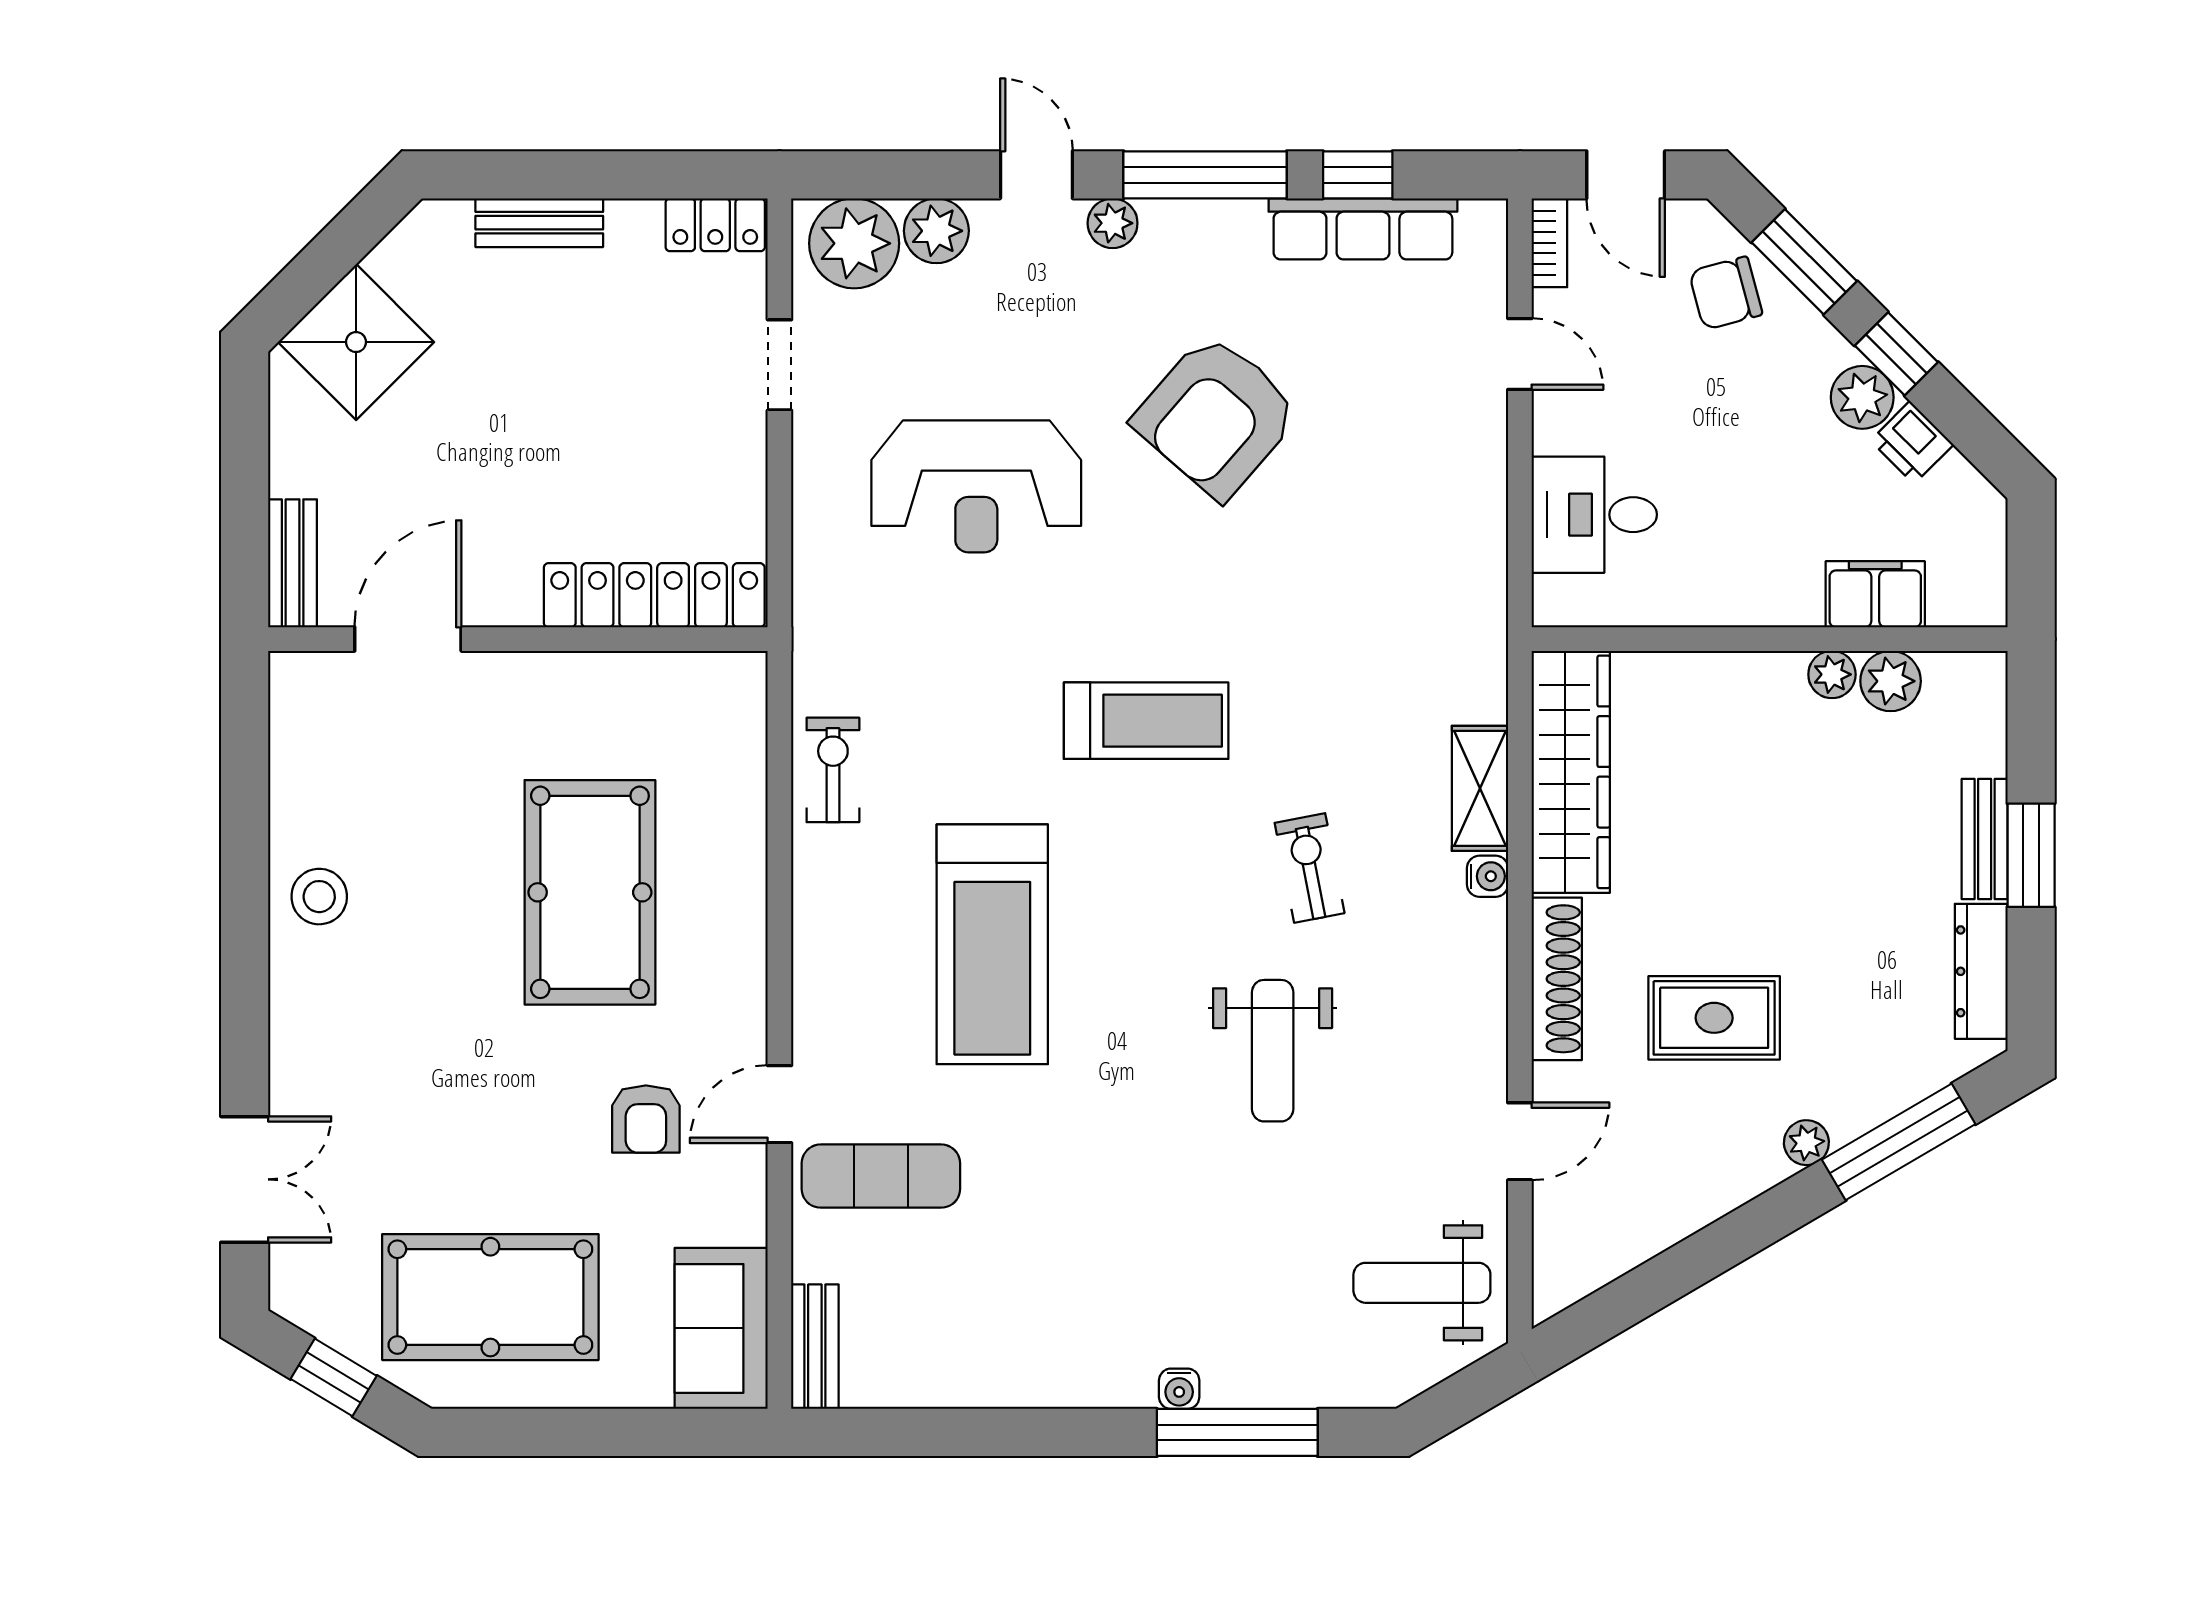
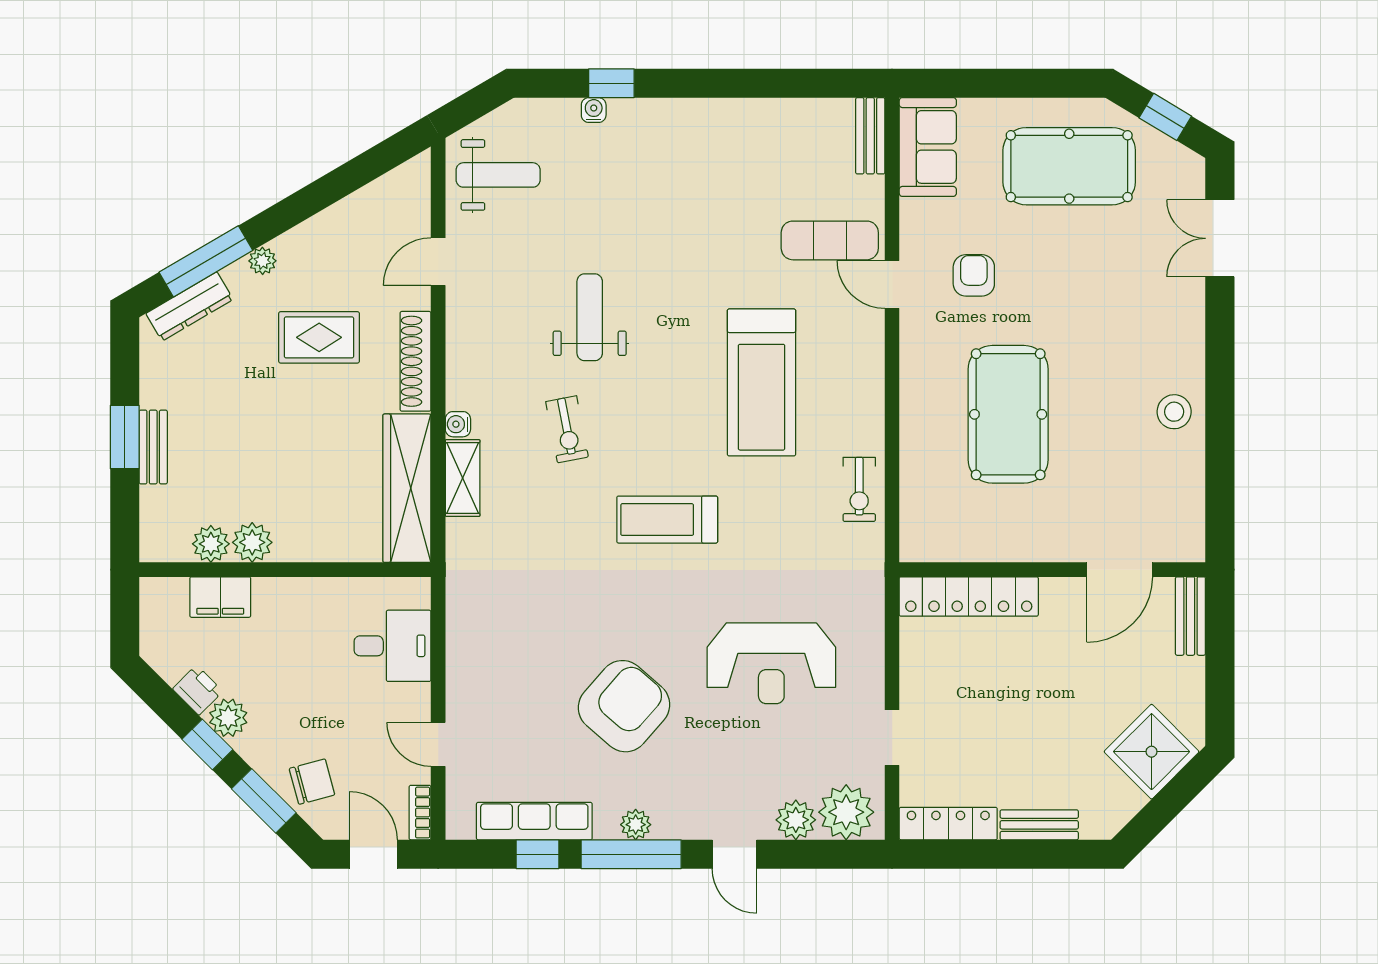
plant: (1113, 223) -> (636, 825), moved
locker: (715, 225) -> (948, 824), width x1.53
reception desk: (976, 486) -> (771, 663), turned 180
plant: (1832, 674) -> (252, 542), width x1.38, depth x1.38
treadmill: (992, 944) -> (762, 382), turned 180
dresser: (1981, 971) -> (189, 306), moved, turned 60
door: (779, 1104) -> (892, 284), swing flipped
water cooler: (1179, 1389) -> (594, 110), moved
window: (1237, 1432) -> (611, 83), width x0.46

